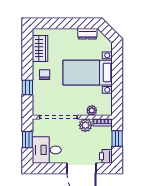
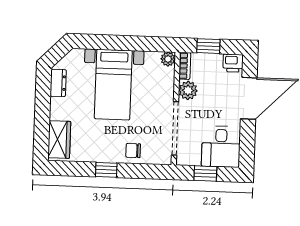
wardrobe: (40, 48) -> (59, 140), moved, turned 90
chair: (45, 75) -> (133, 151), moved
window: (27, 87) -> (106, 170), moved
plant: (92, 110) -> (168, 59), moved

